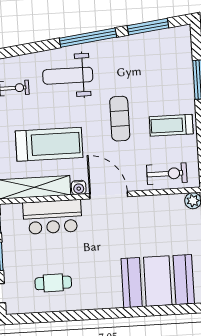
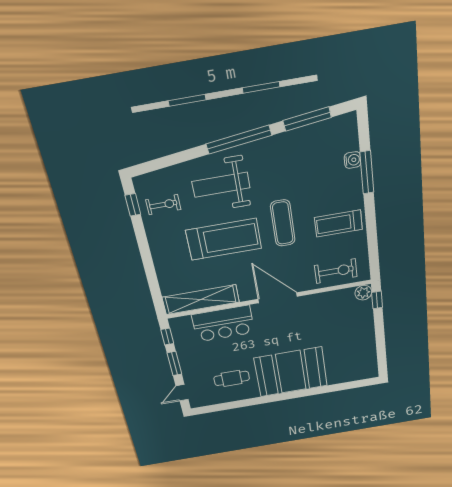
treadmill: (49, 144) -> (224, 239), moved
water cooler: (79, 187) -> (353, 160), moved, turned -90
booth: (158, 281) -> (291, 372), moved

